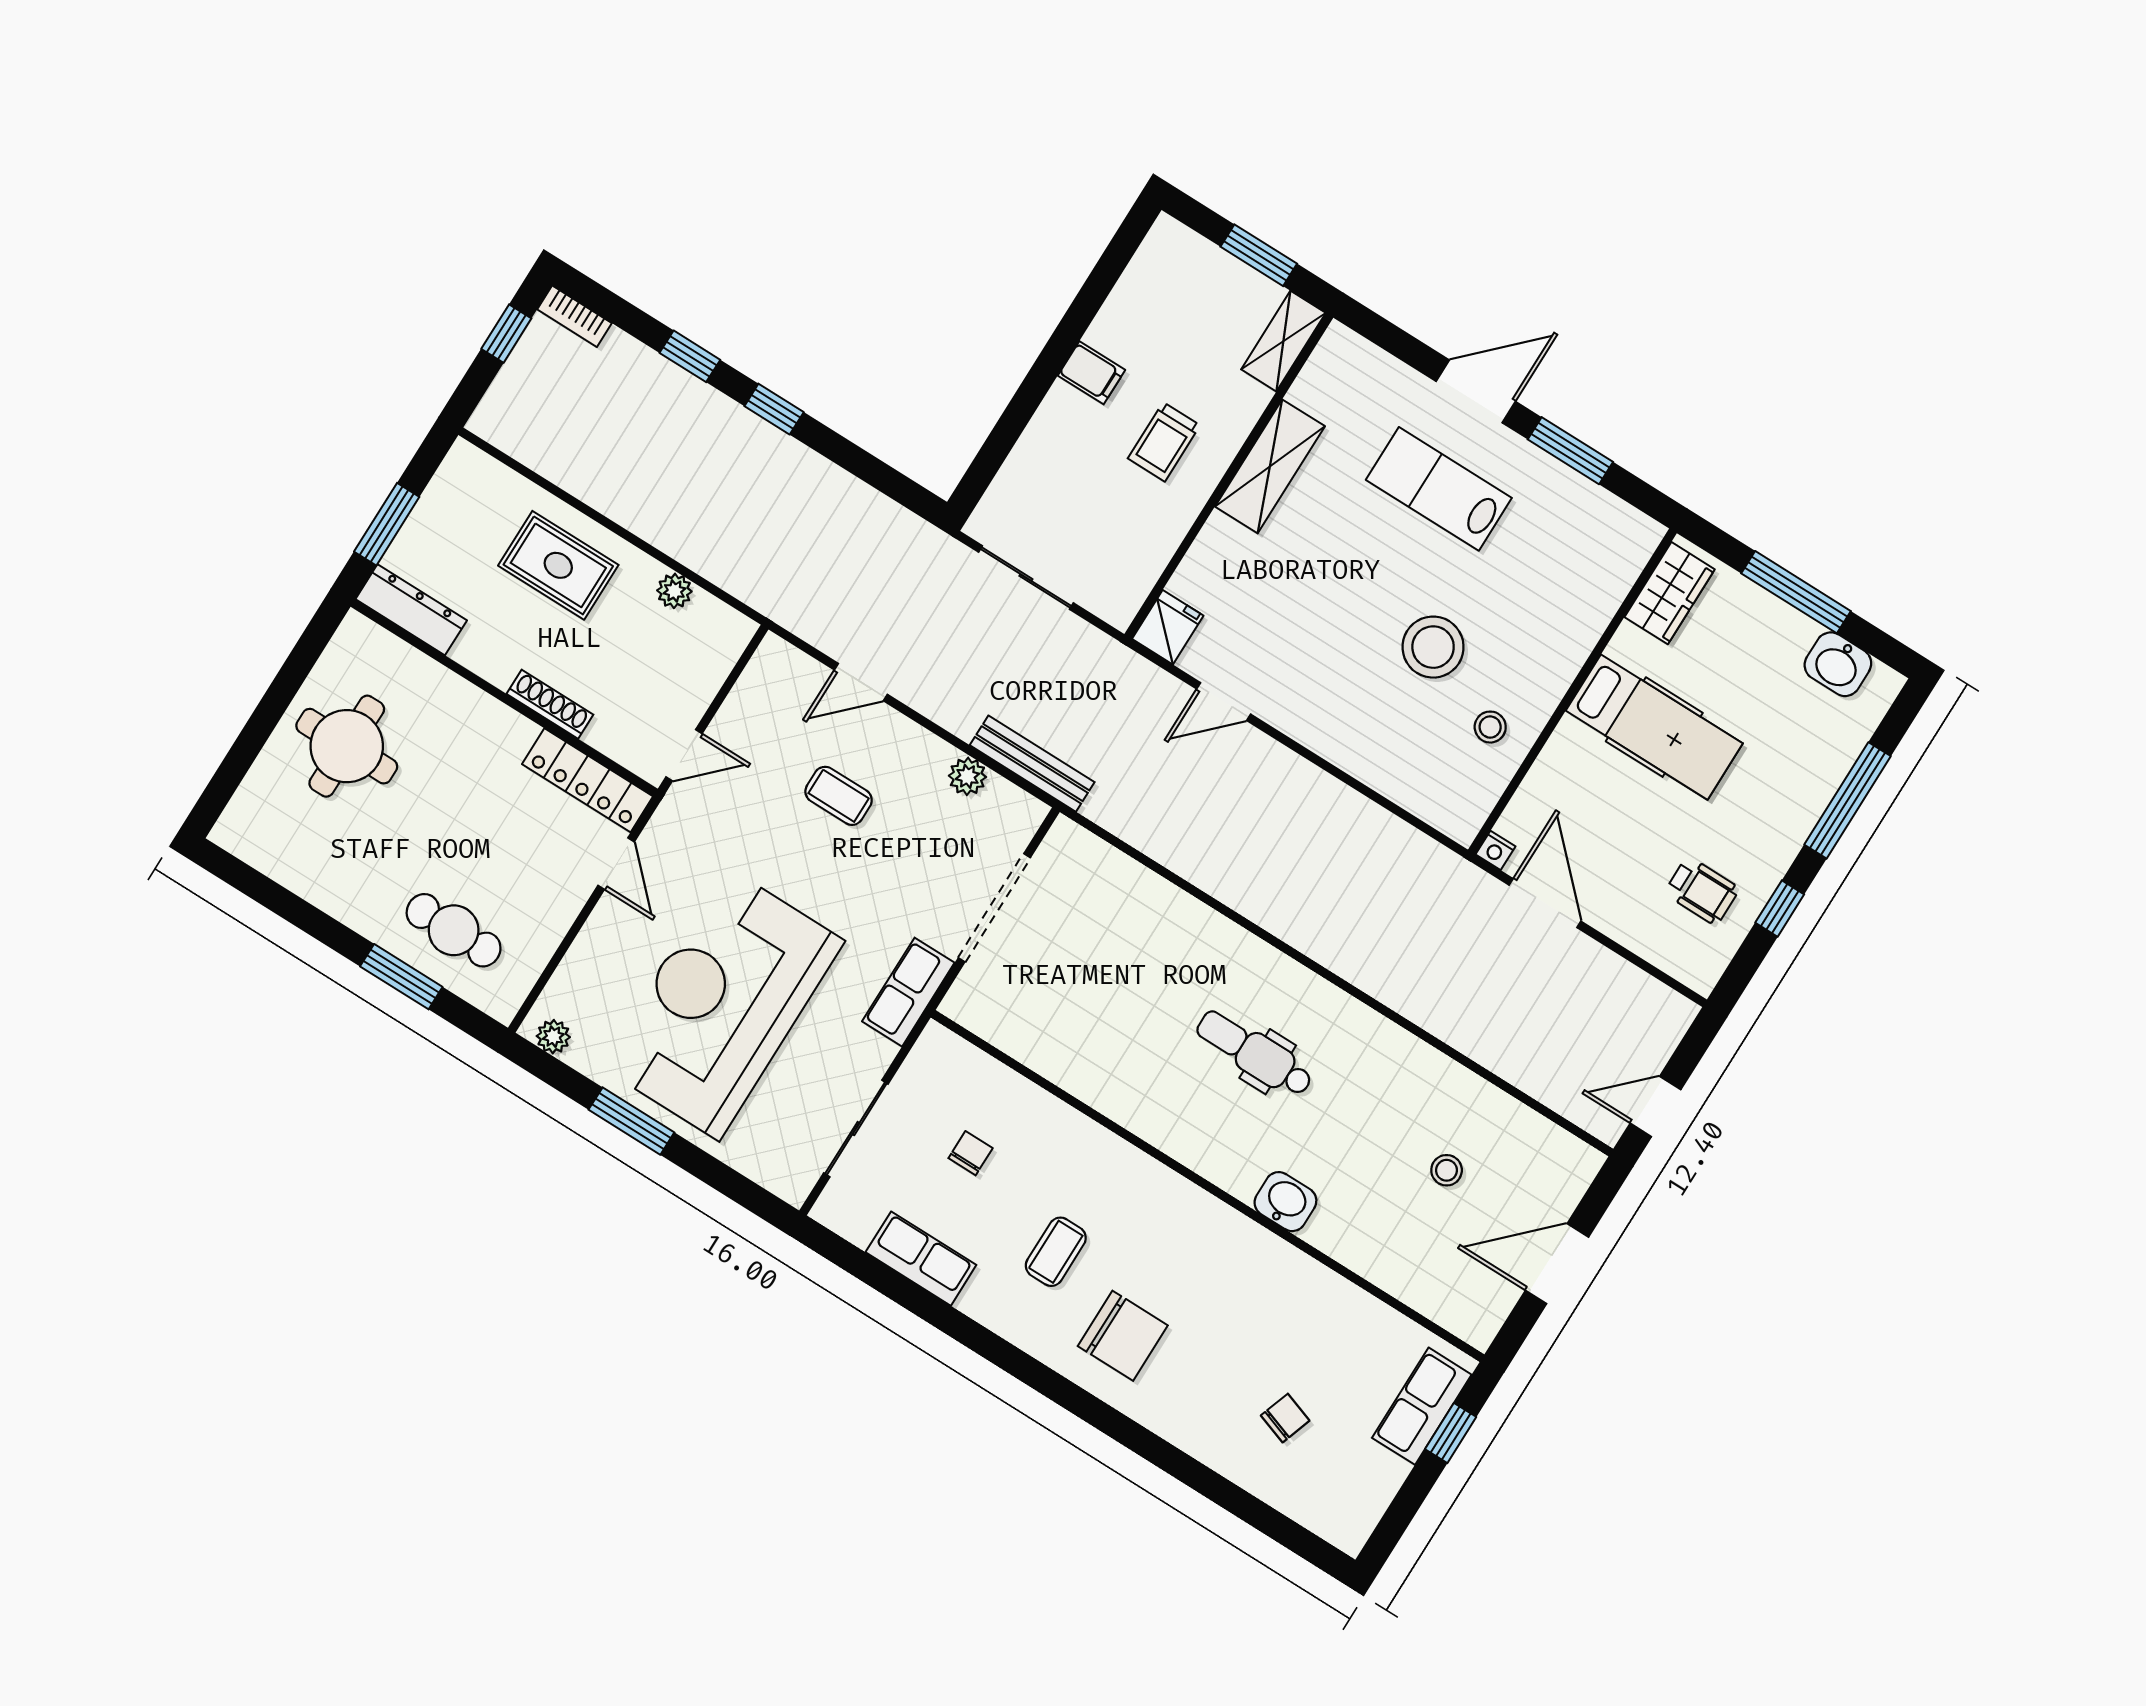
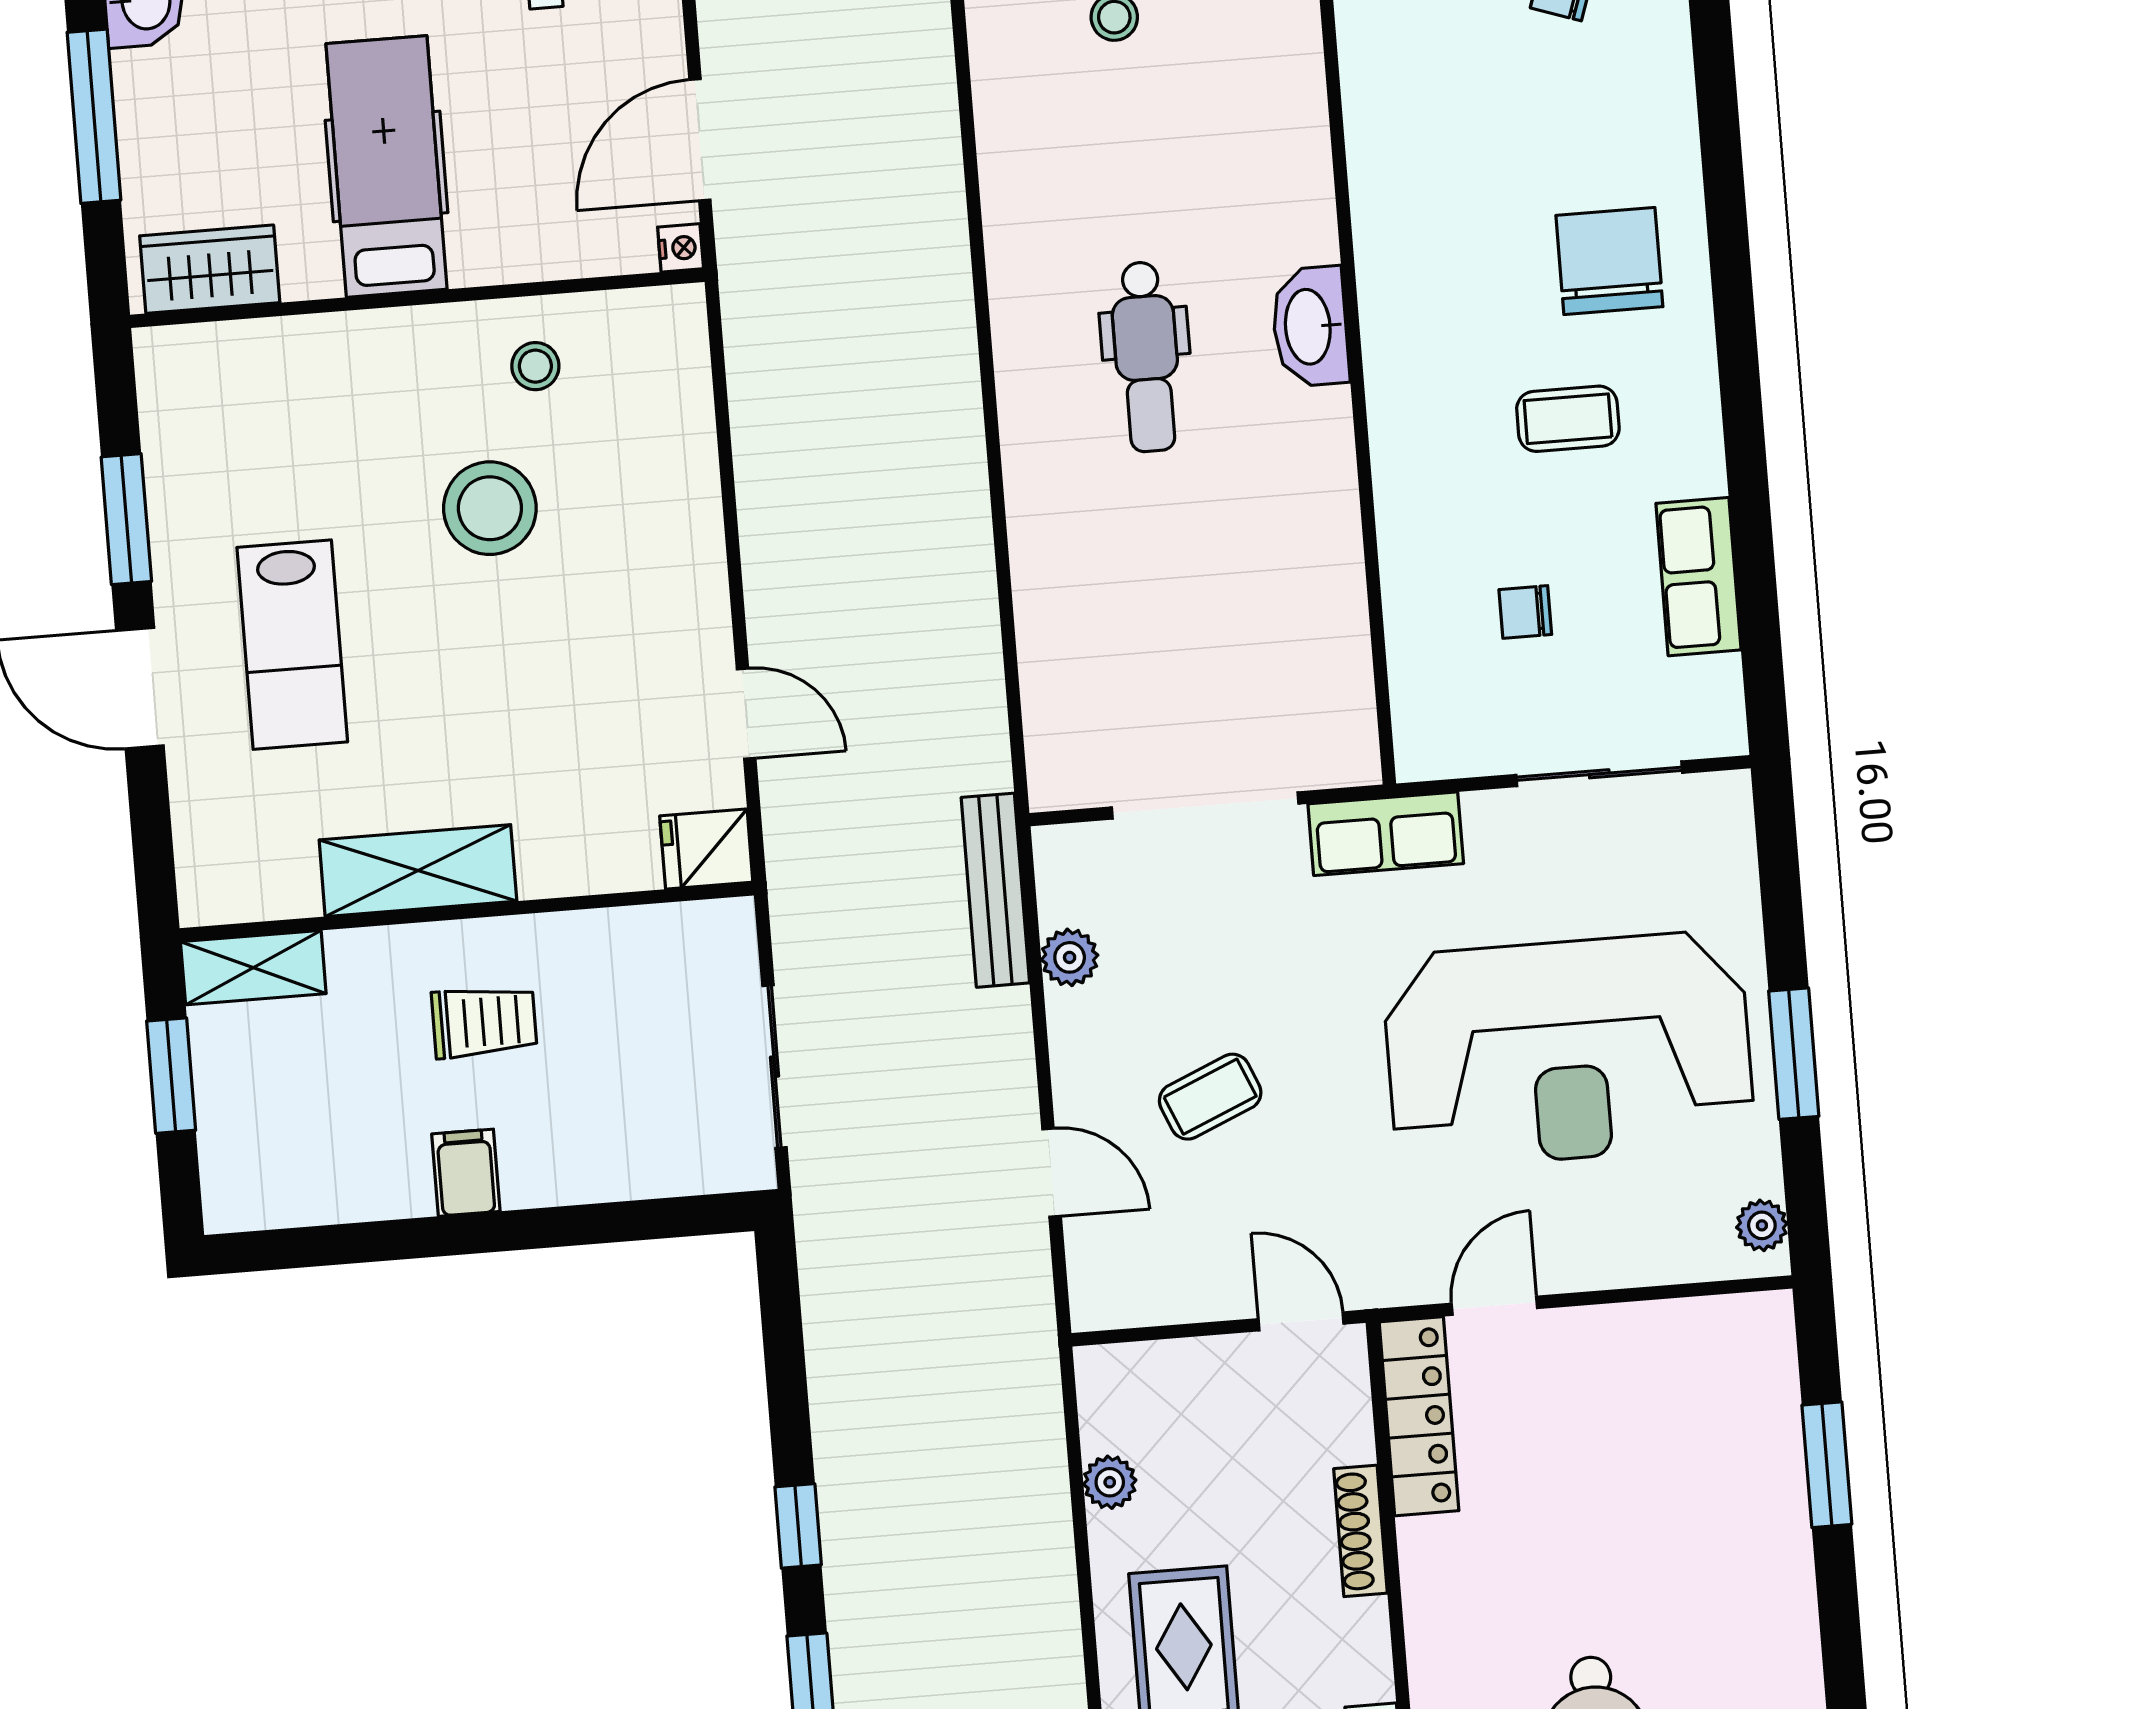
coffee table: (839, 796) -> (1210, 1097), turned 67
cafe table: (454, 930) -> (1723, 1443), removed
washbasin: (1285, 1202) -> (1310, 327), moved, width x1.38

